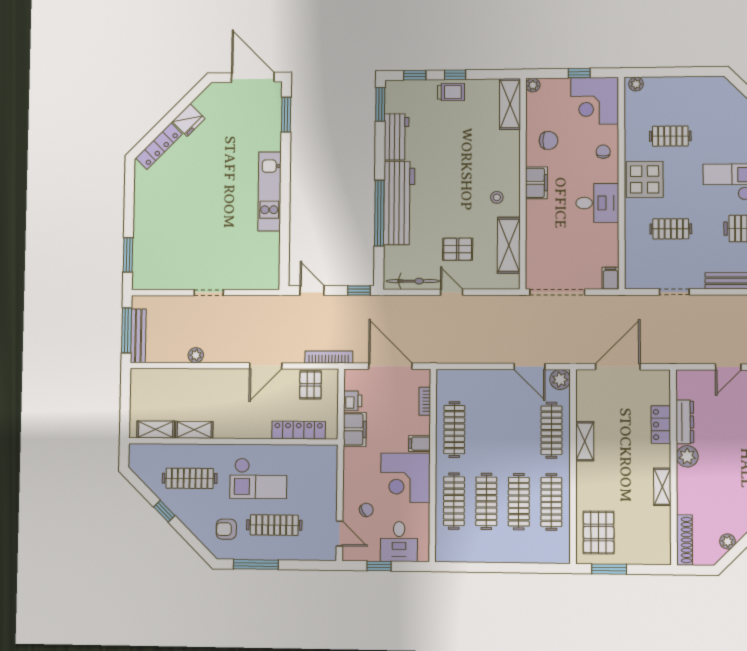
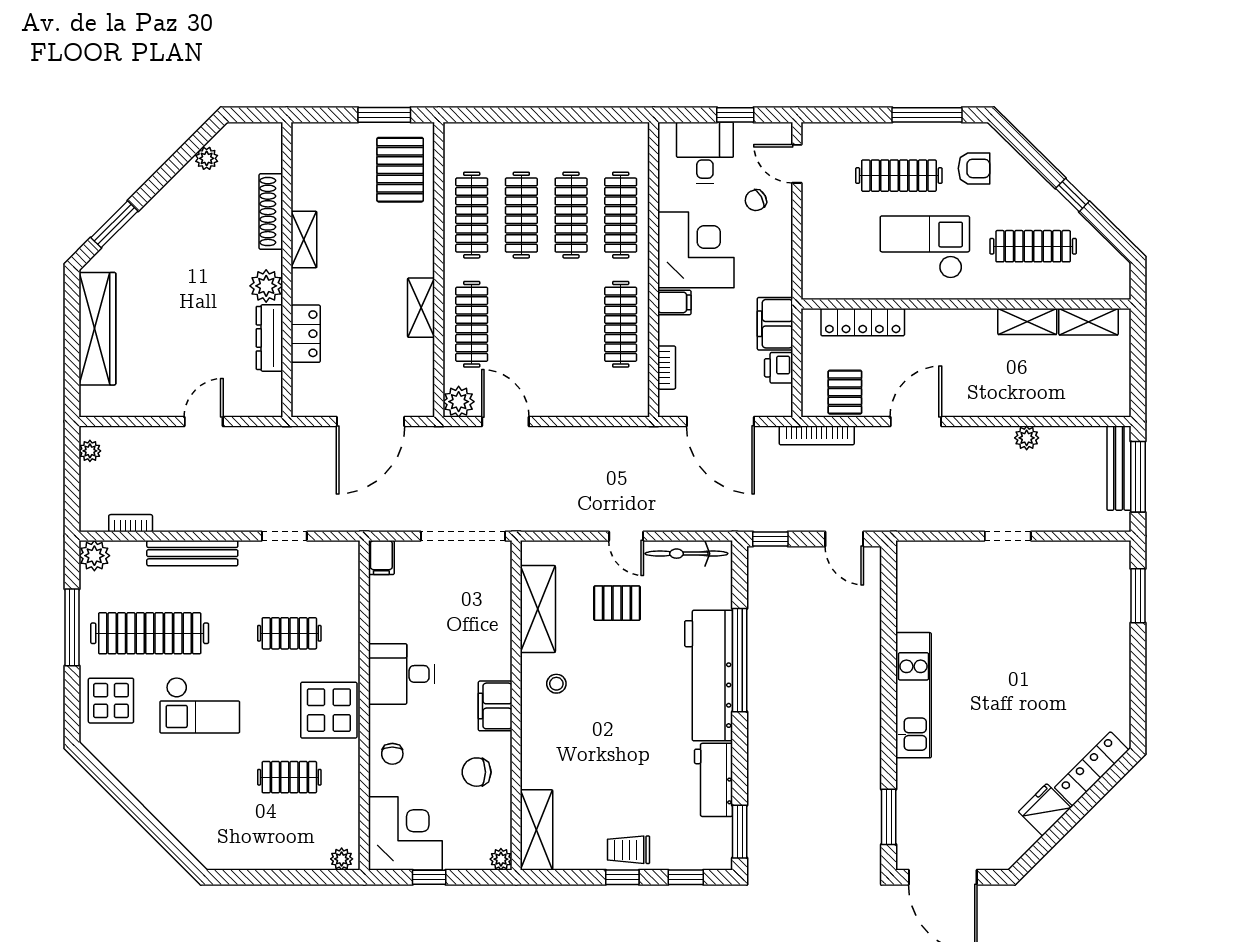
shoe rack: (684, 540) -> (271, 212), moved

